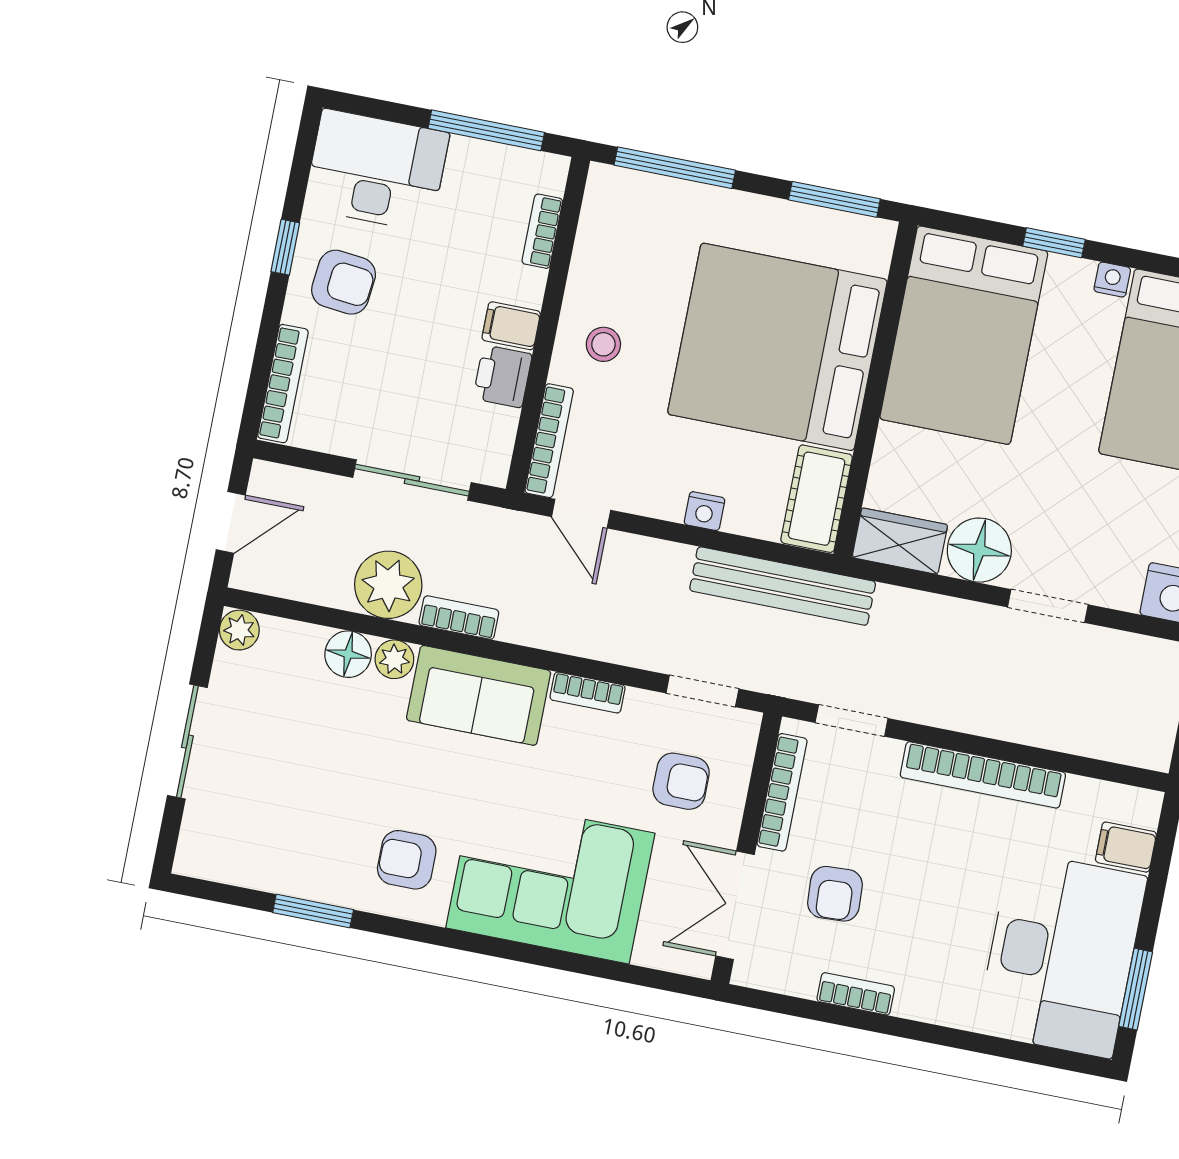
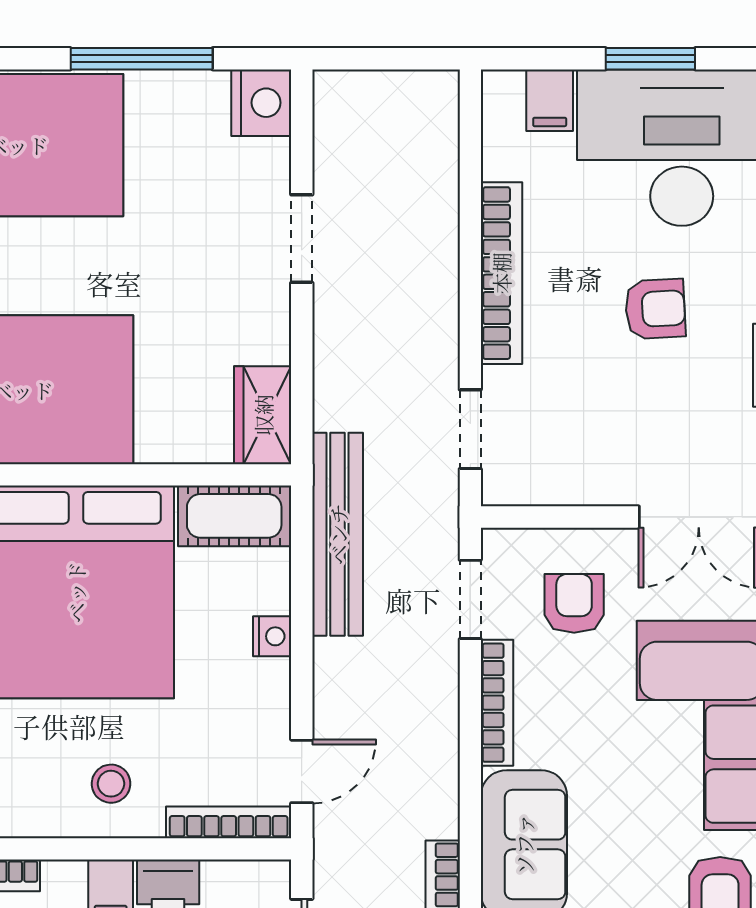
floor lamp: (979, 550) -> (255, 326), removed
bookcase: (588, 693) -> (497, 703), width x1.56
bookcase: (782, 792) -> (564, 490), removed
armchair: (835, 894) -> (655, 309), moved
window: (1136, 989) -> (650, 59), moved

